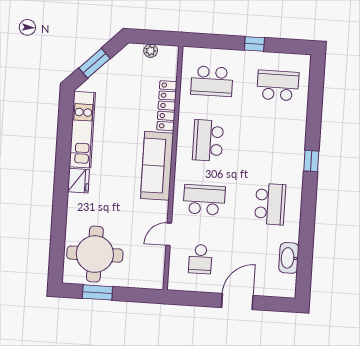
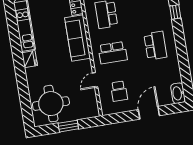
school desk: (204, 200) -> (113, 53), turned 180
washbasin: (289, 258) -> (178, 93), moved
window: (97, 292) -> (68, 126), moved

